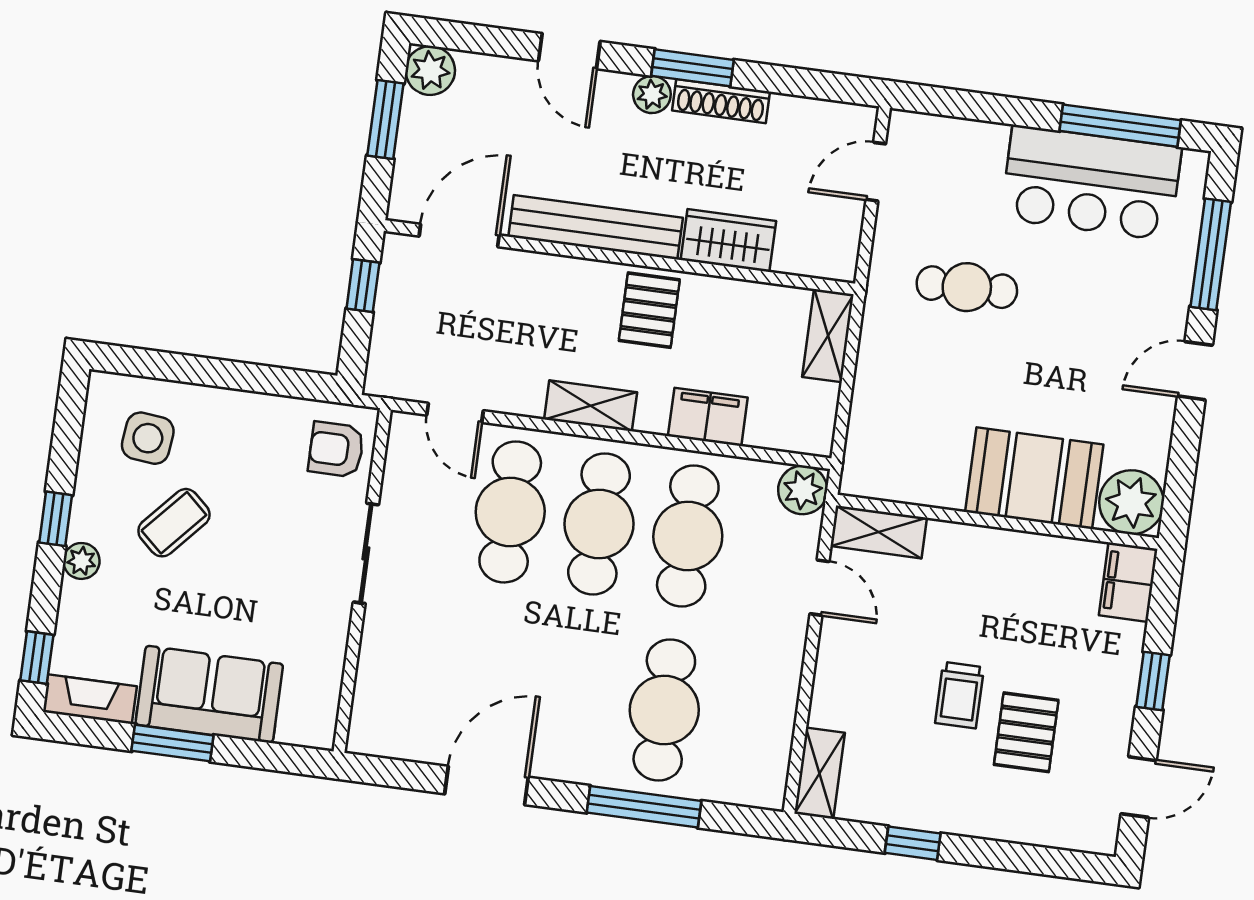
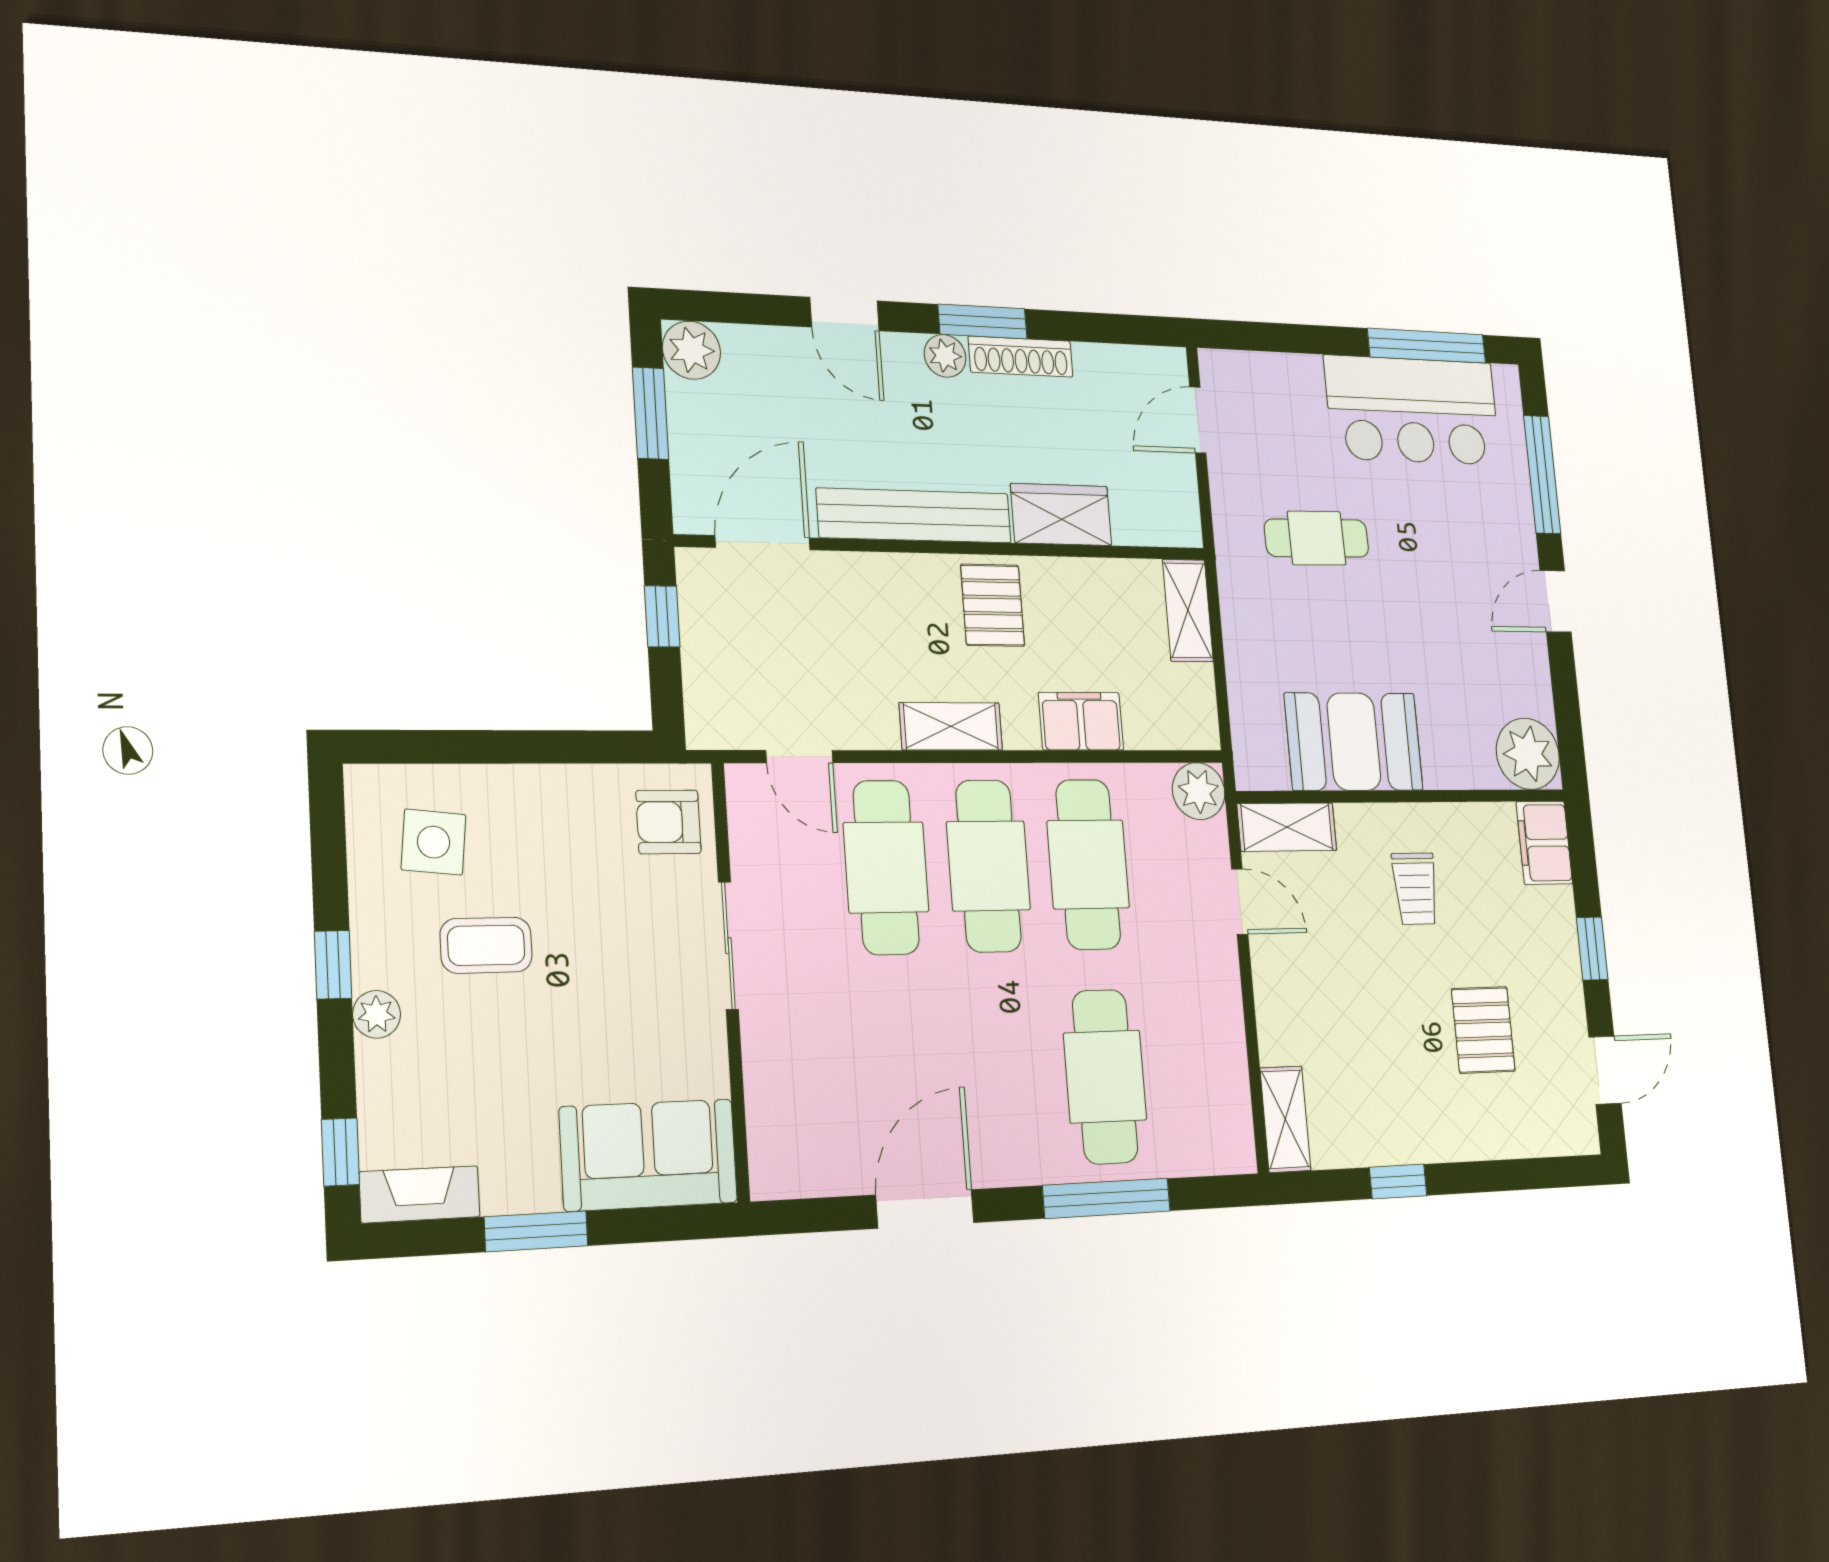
booth: (1034, 478) -> (1354, 742), moved
coffee table: (174, 523) -> (486, 945), turned 48
sofa: (209, 694) -> (649, 1155), moved
trolley: (959, 695) -> (1415, 889), moved

